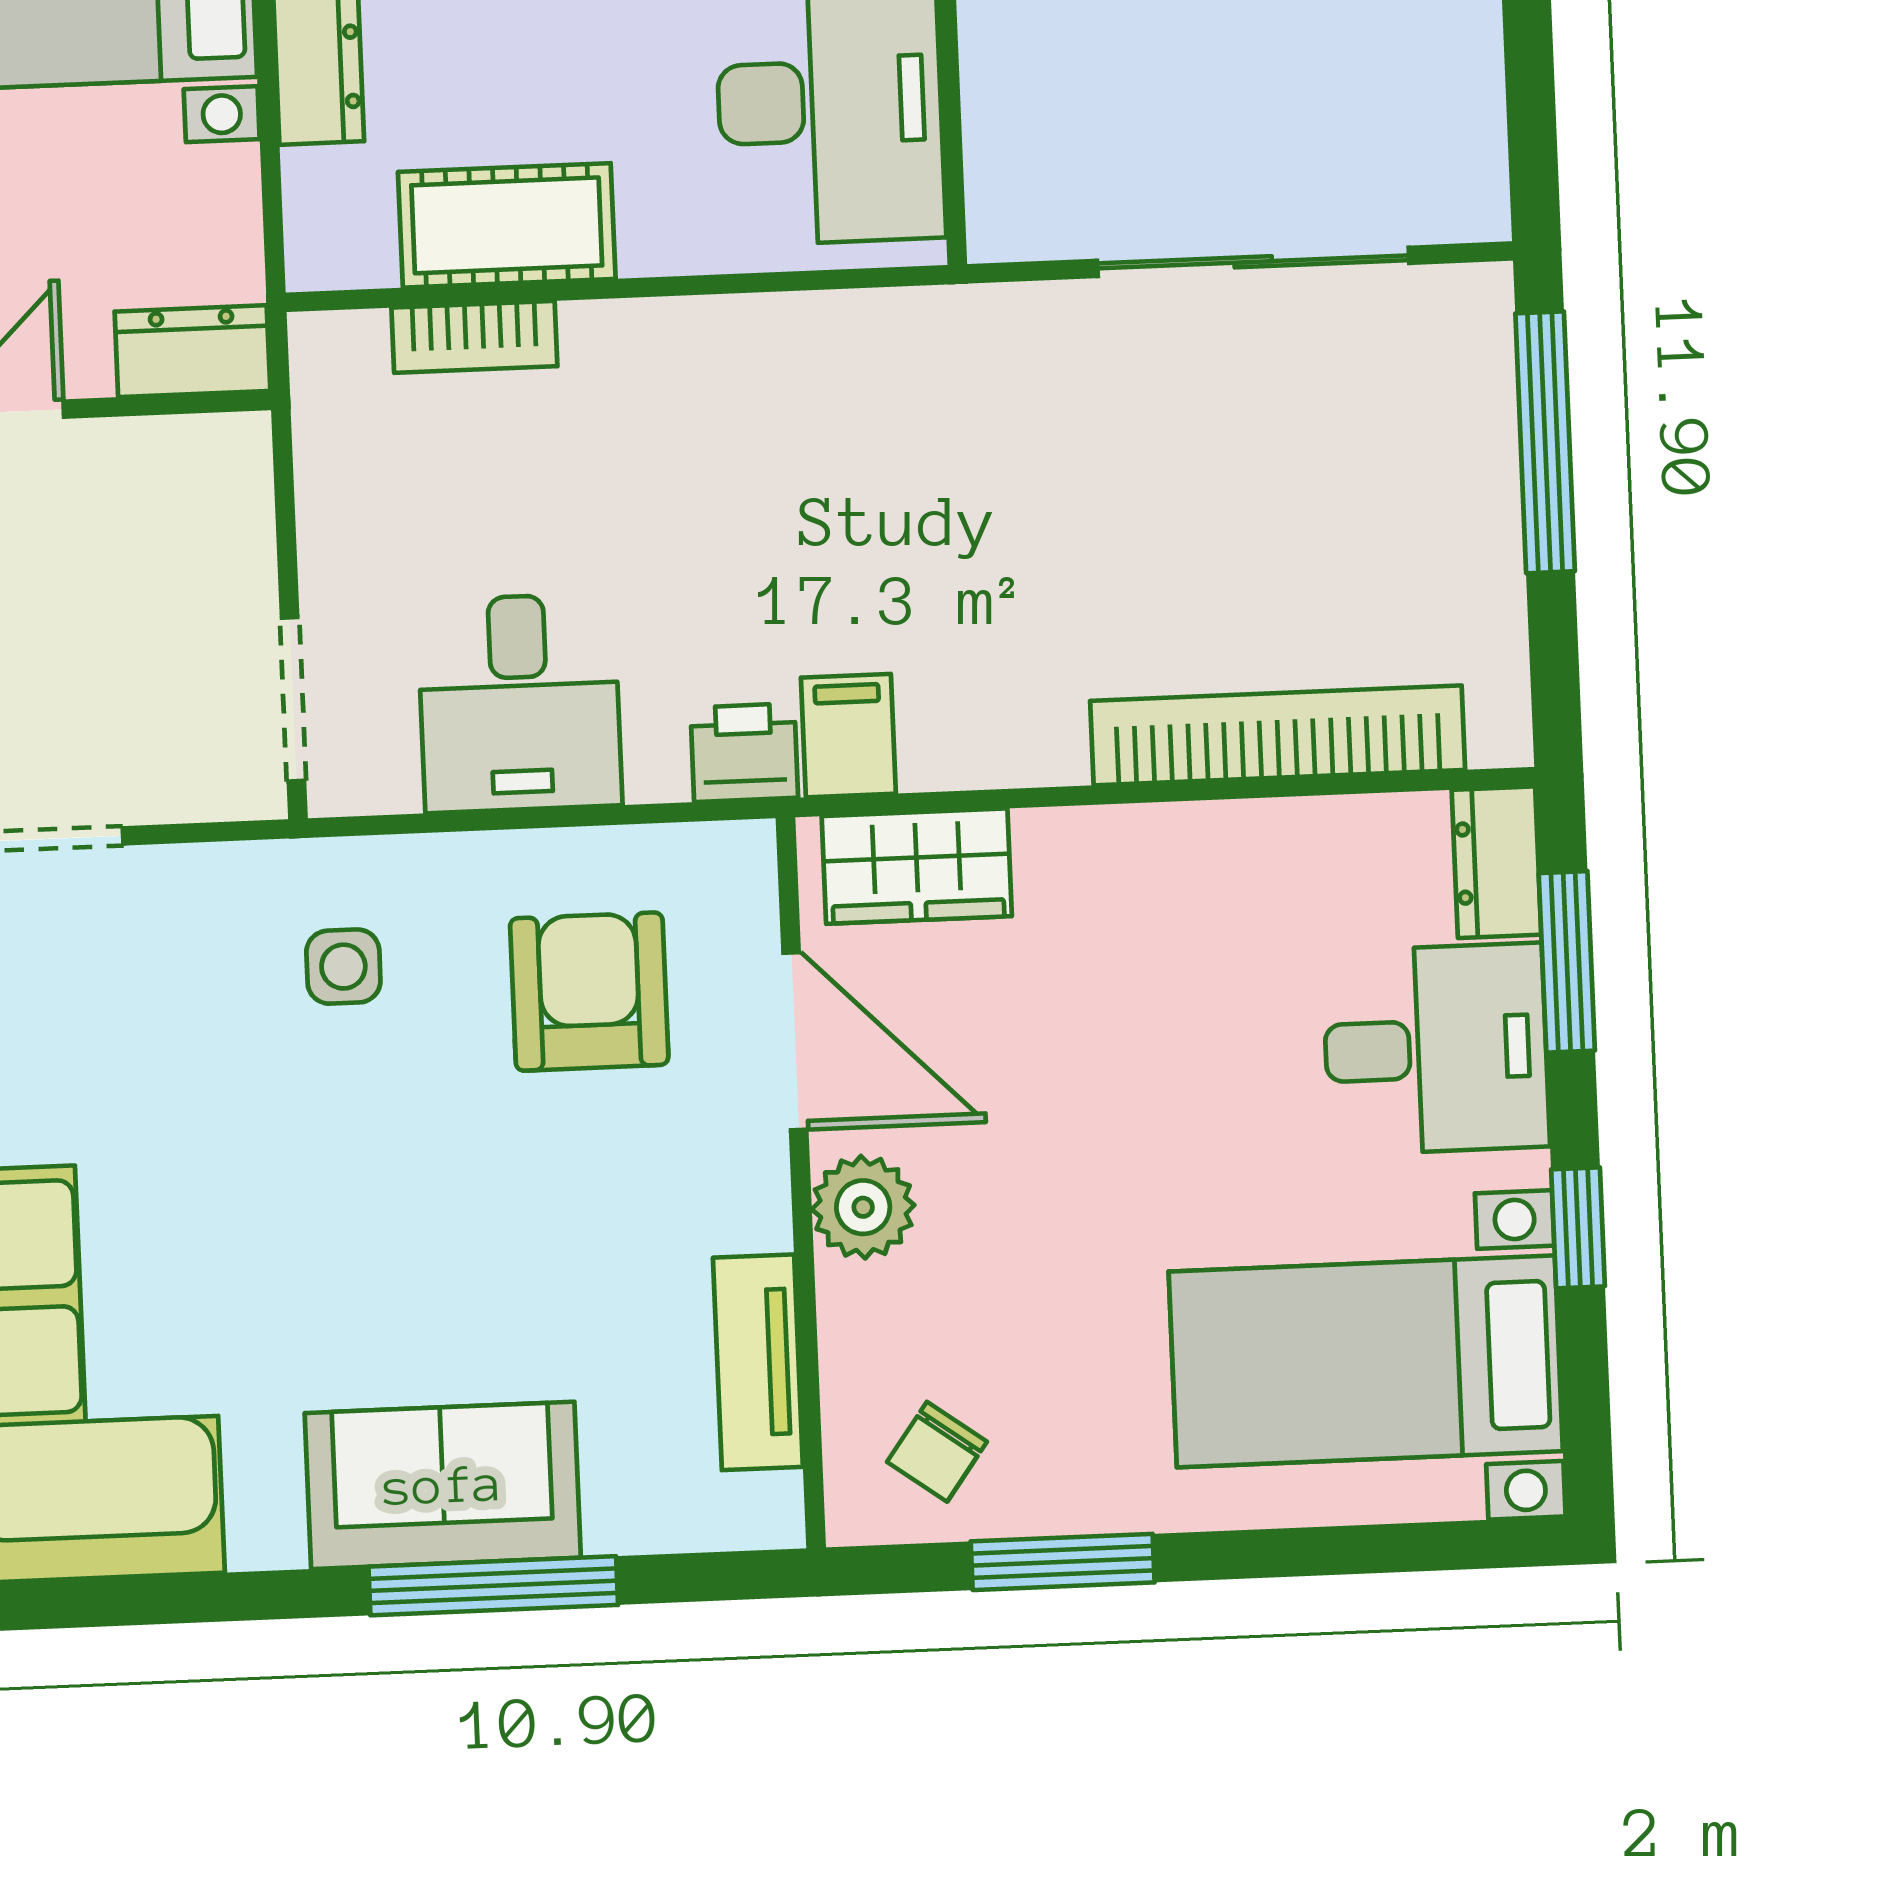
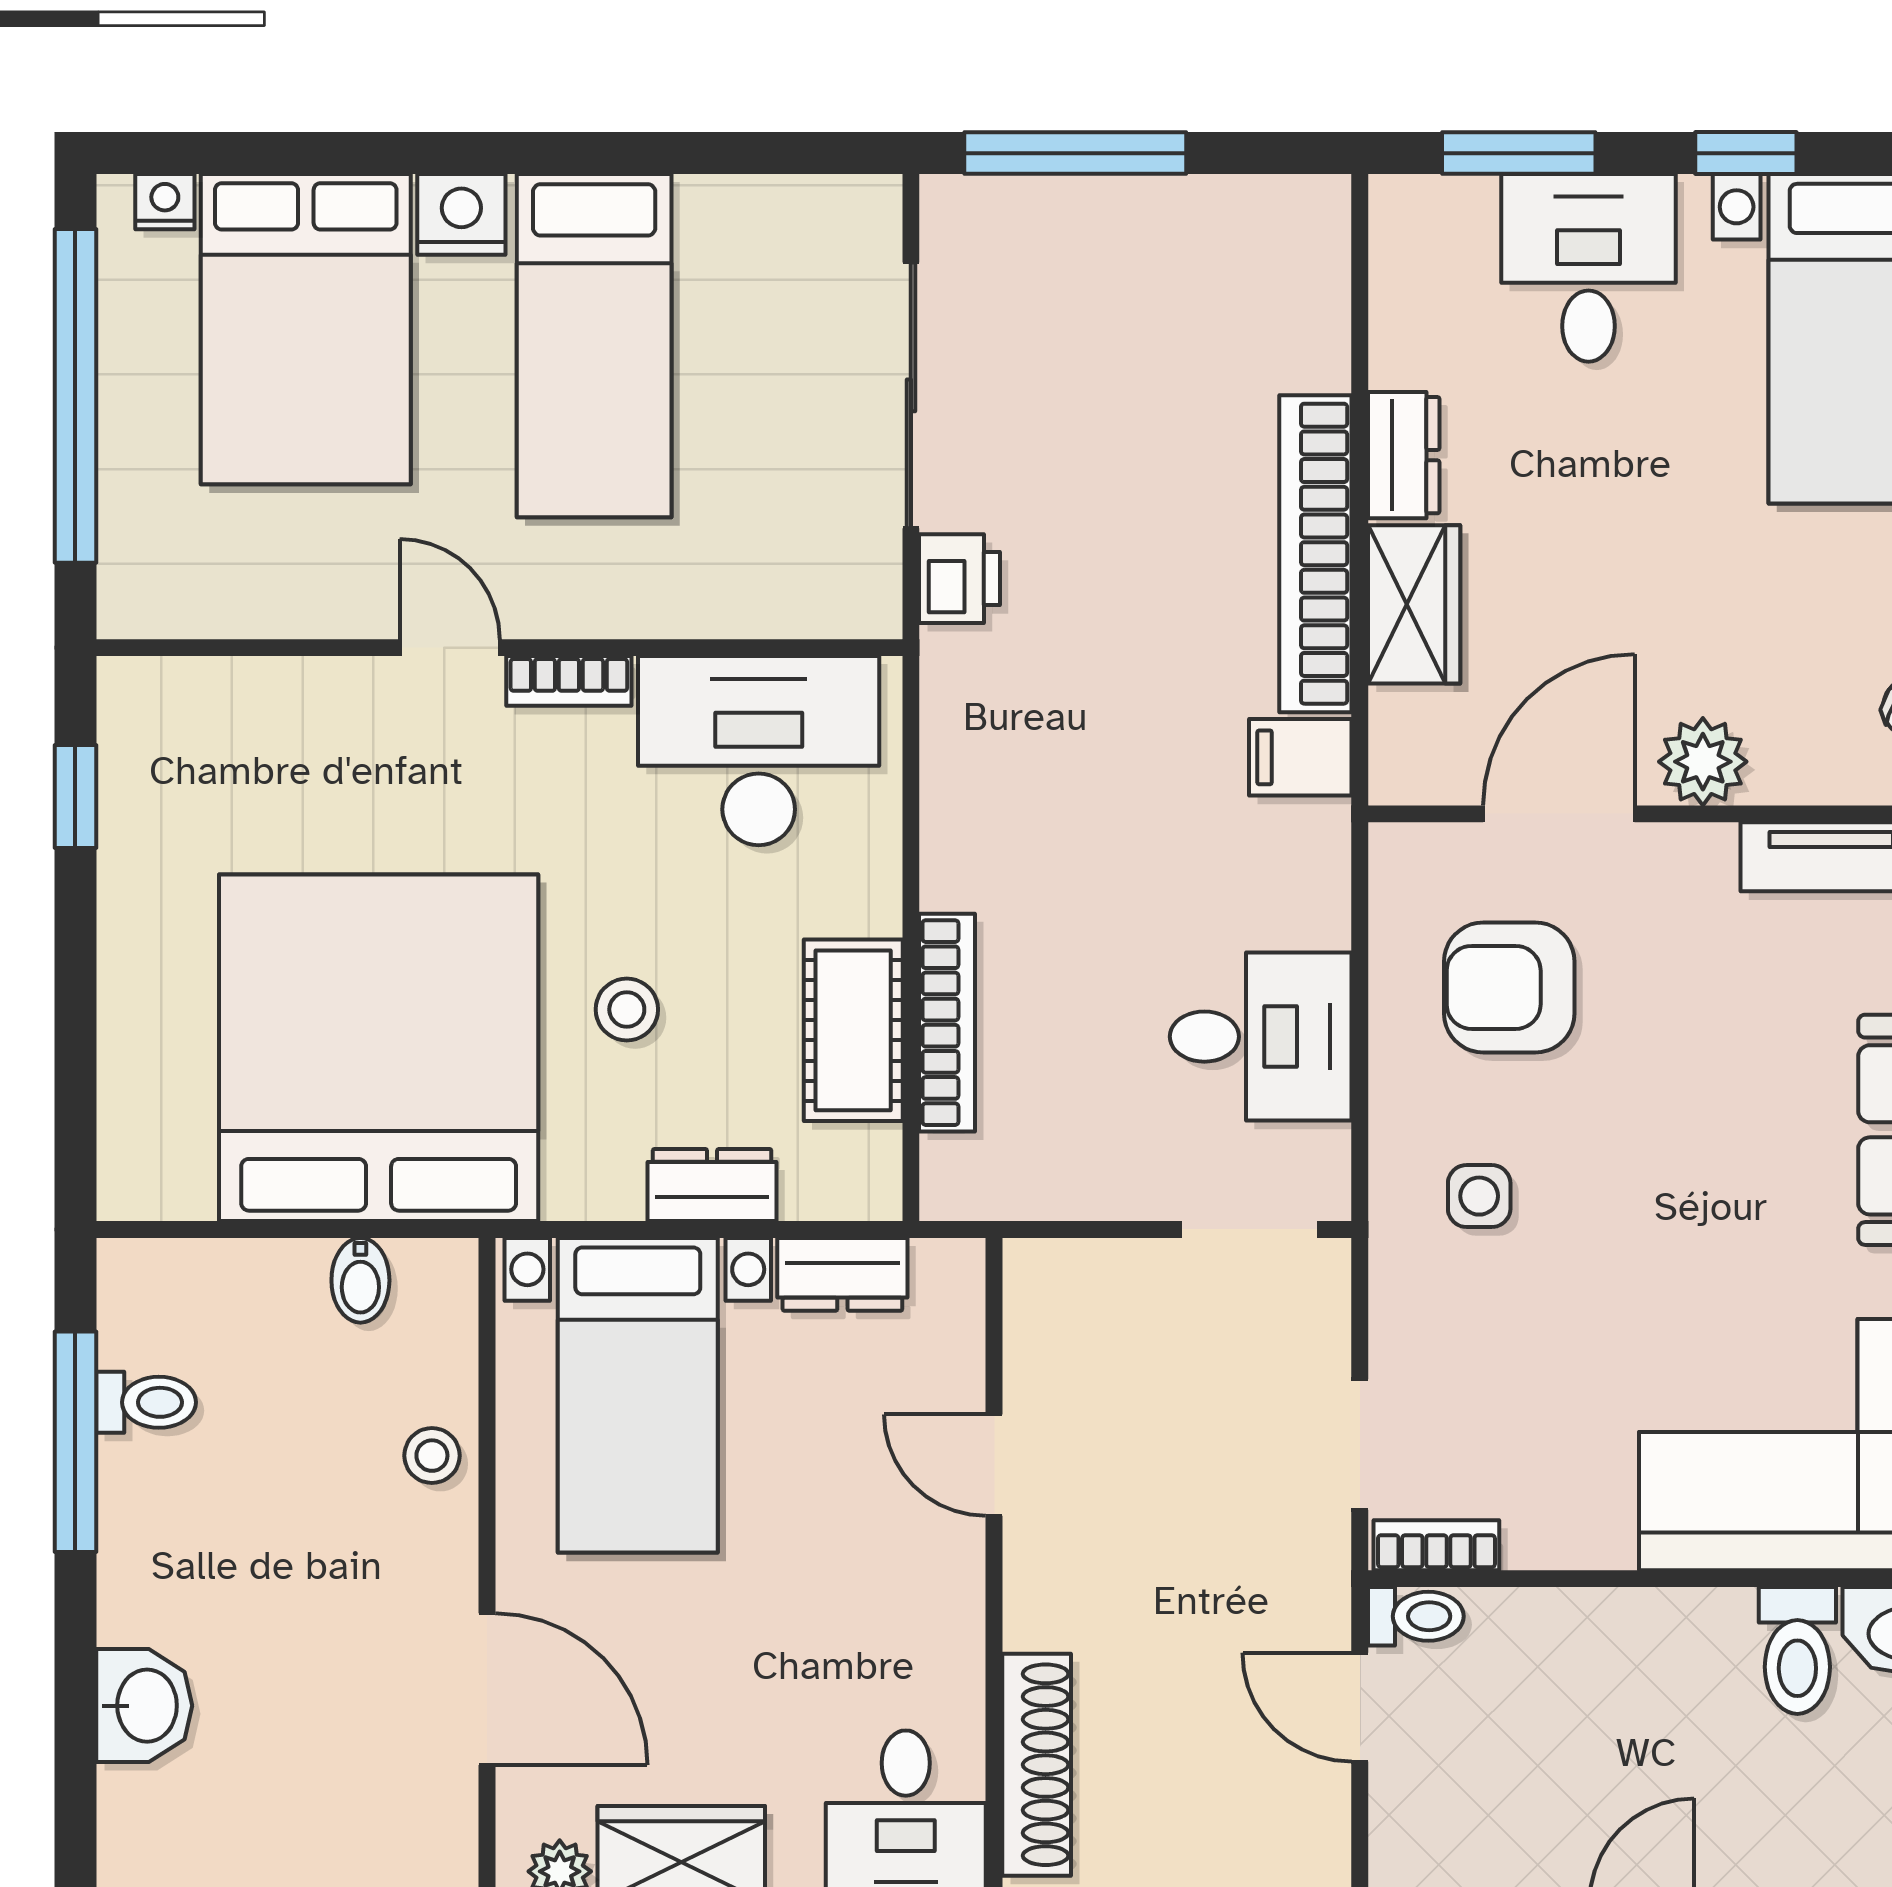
bookcase: (474, 337) -> (947, 1023), width x1.56
dresser: (192, 351) -> (842, 1274), moved, turned -90
bookcase: (1278, 735) -> (1315, 554), moved
printer: (744, 753) -> (960, 579), moved, turned 180
dresser: (1497, 862) -> (1404, 455), moved, turned -90
wardrobe: (917, 866) -> (1414, 604), moved

